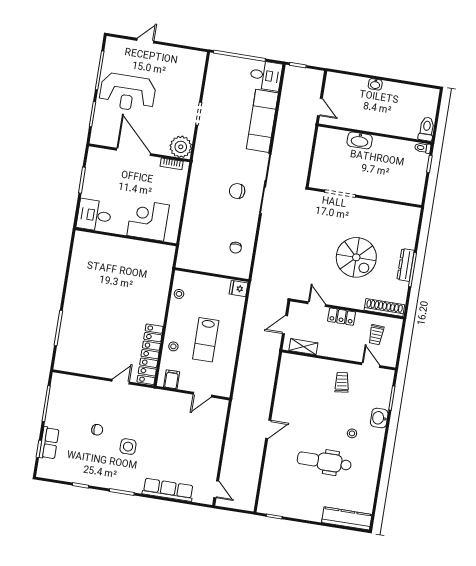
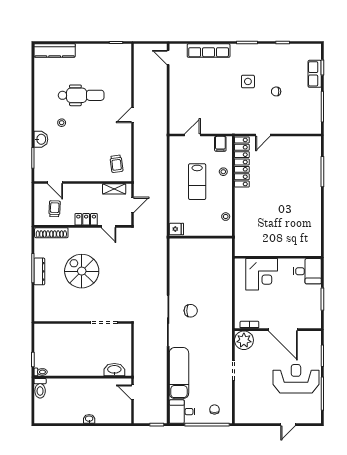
washbasin: (360, 140) -> (114, 370), moved
chair: (236, 248) -> (214, 409), moved
lab bench: (206, 340) -> (197, 182), turned 180
trolley: (342, 382) -> (116, 164), moved

